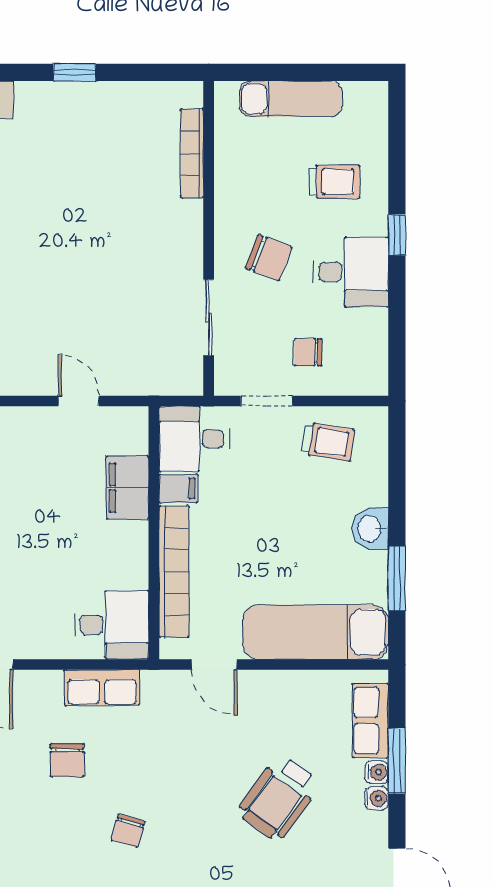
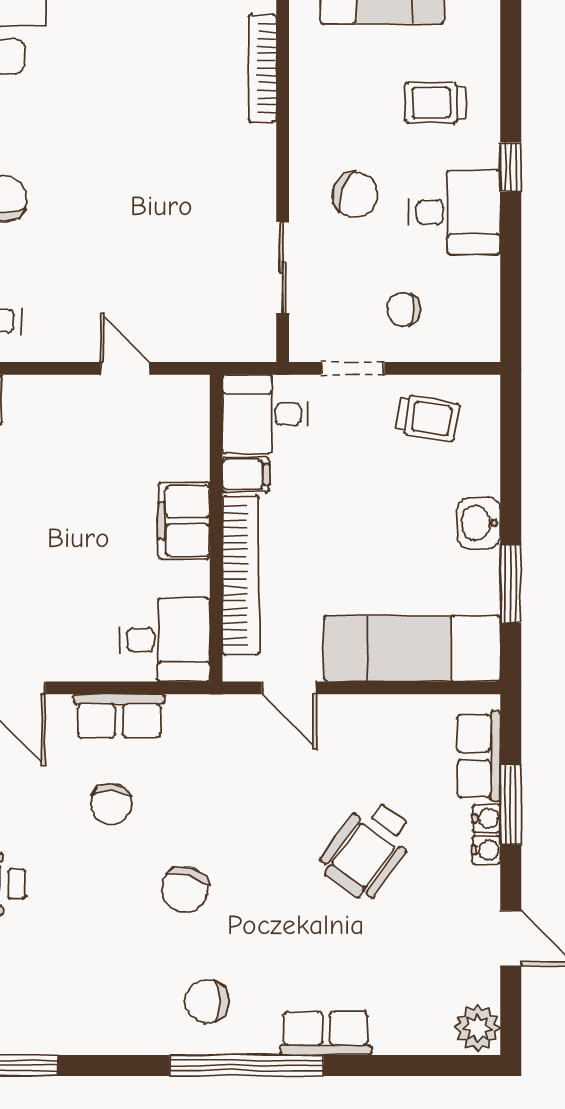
trolley: (335, 182) -> (435, 103), turned 180
filing cabinet: (127, 488) -> (184, 521), moved
row of seats: (102, 688) -> (119, 716), moved
chair: (128, 831) -> (185, 889), width x1.37, depth x1.37

